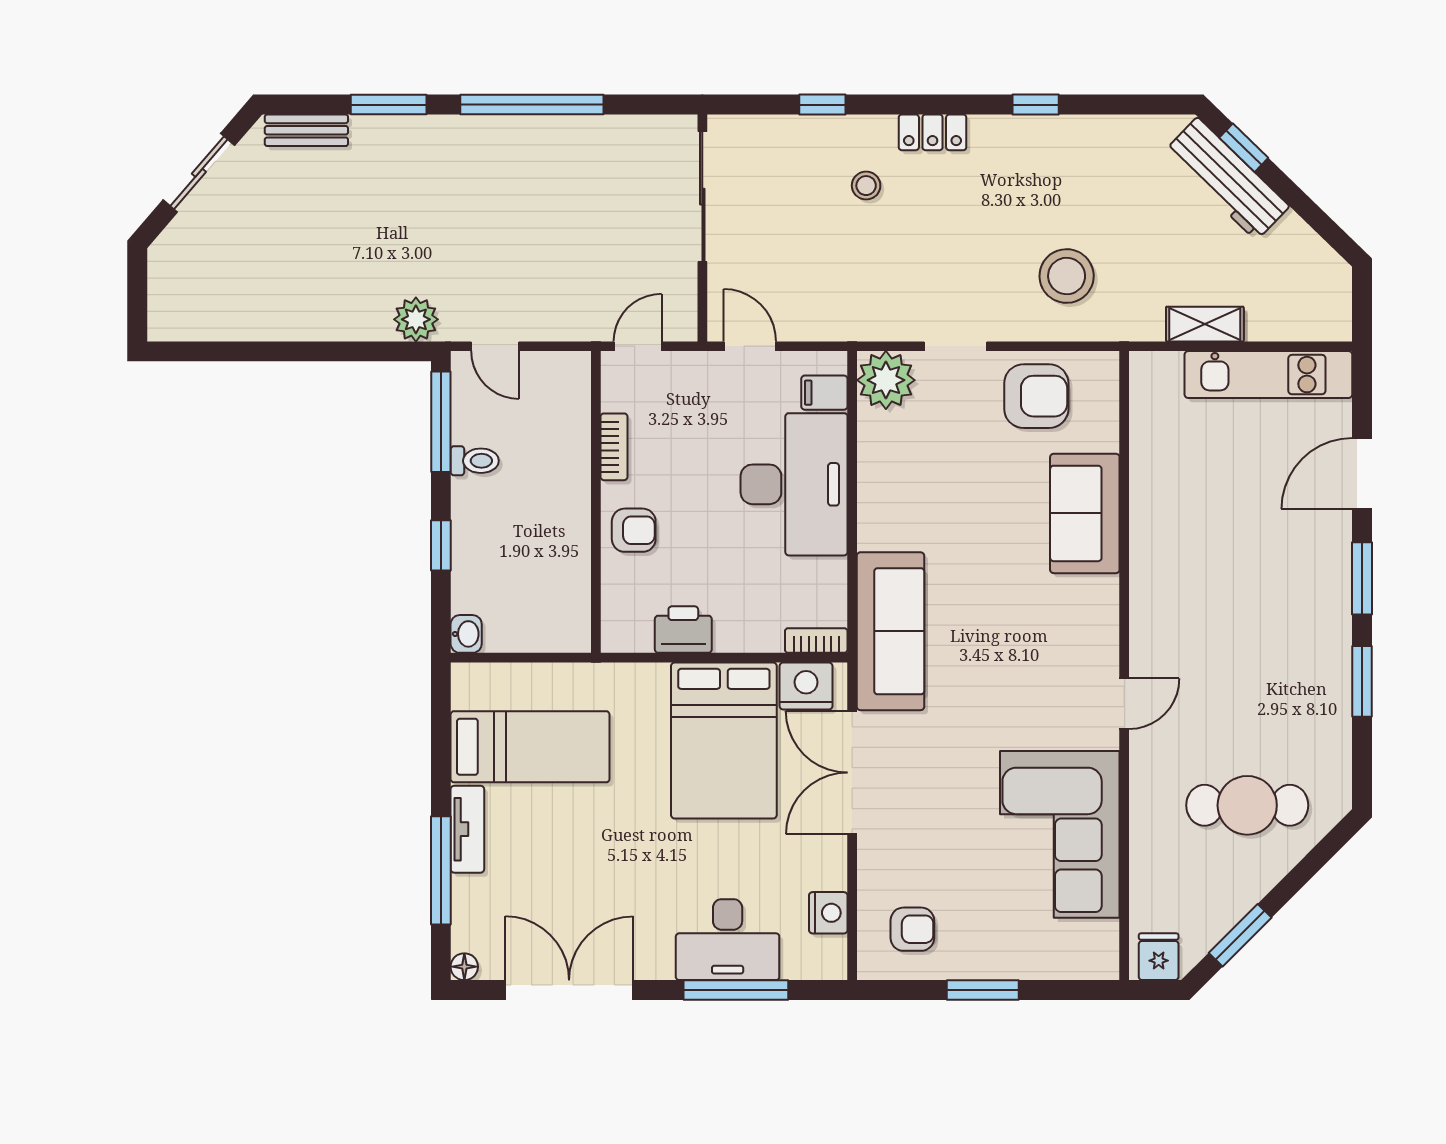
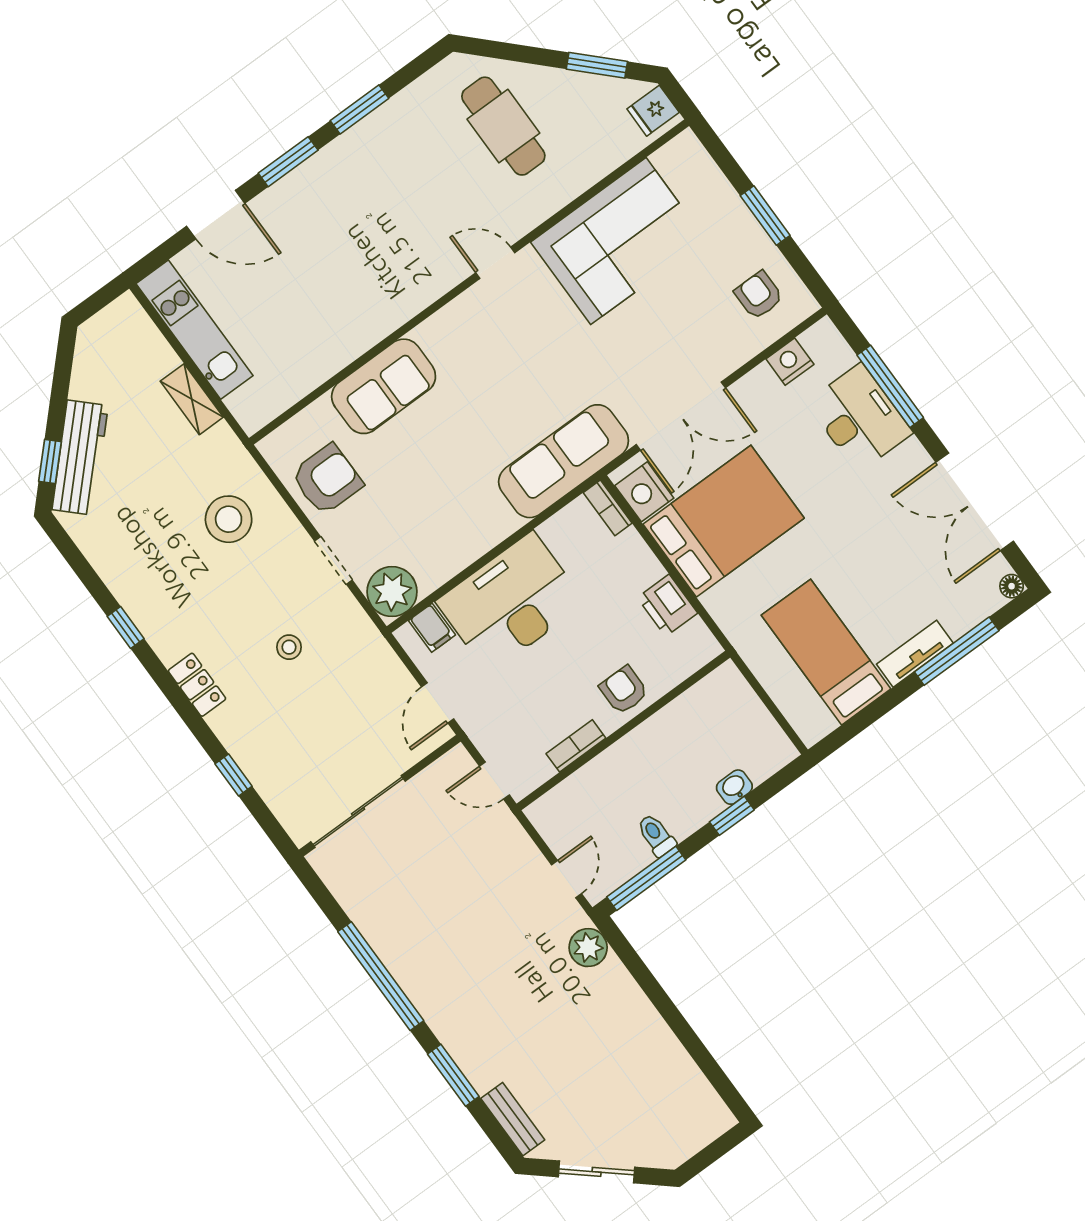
stool: (866, 186) -> (289, 647), moved
armchair: (1036, 396) -> (327, 479), turned 90
washbasin: (466, 634) -> (734, 787), moved

